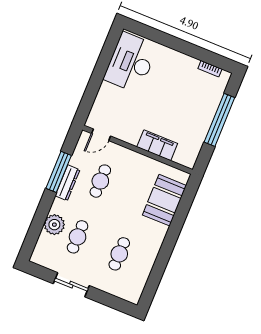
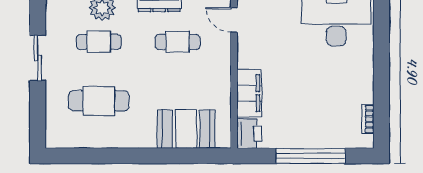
printer: (186, 157) -> (249, 133), added
cafe table: (119, 254) -> (99, 101), width x1.37, depth x1.35

